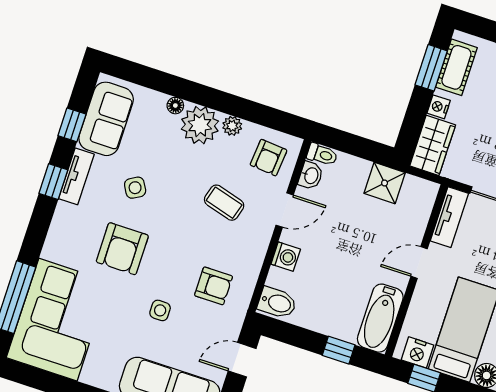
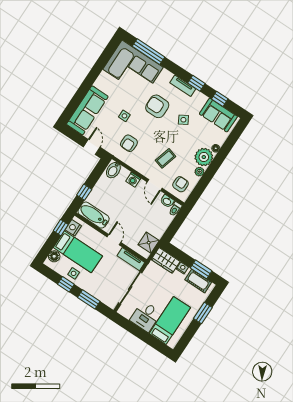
armchair: (269, 158) -> (180, 184), turned 85
tv unit: (76, 176) -> (183, 86), moved
shower: (385, 183) -> (149, 243), moved

